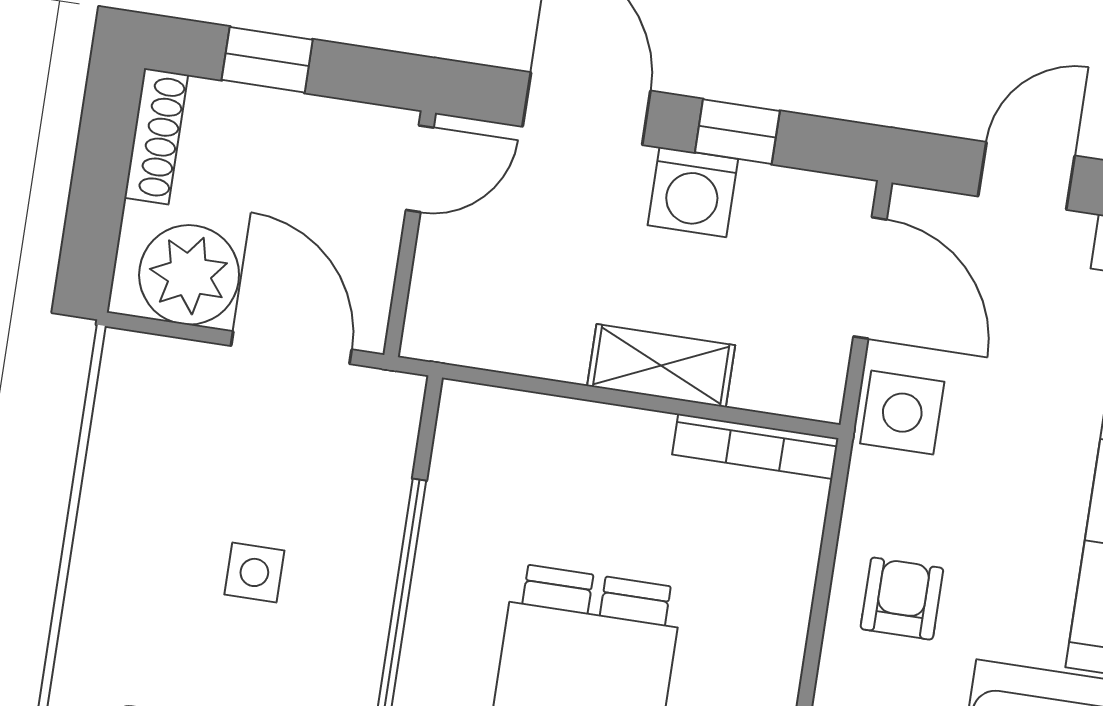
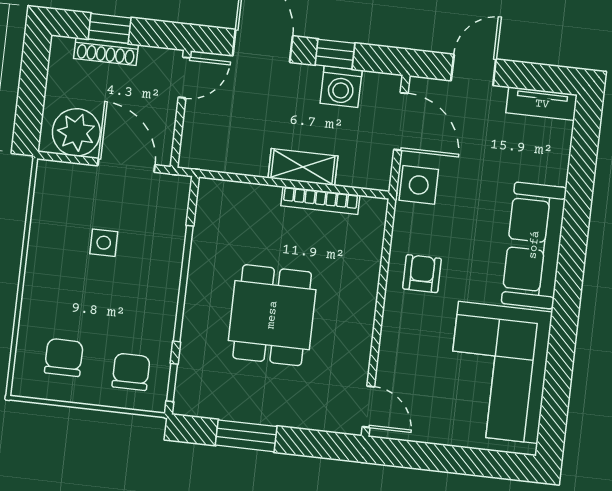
shoe rack: (156, 136) -> (106, 52), moved, turned 90
washing machine: (693, 192) -> (341, 87), moved
bookcase: (755, 446) -> (320, 200), moved
side table: (254, 572) -> (104, 243), moved

